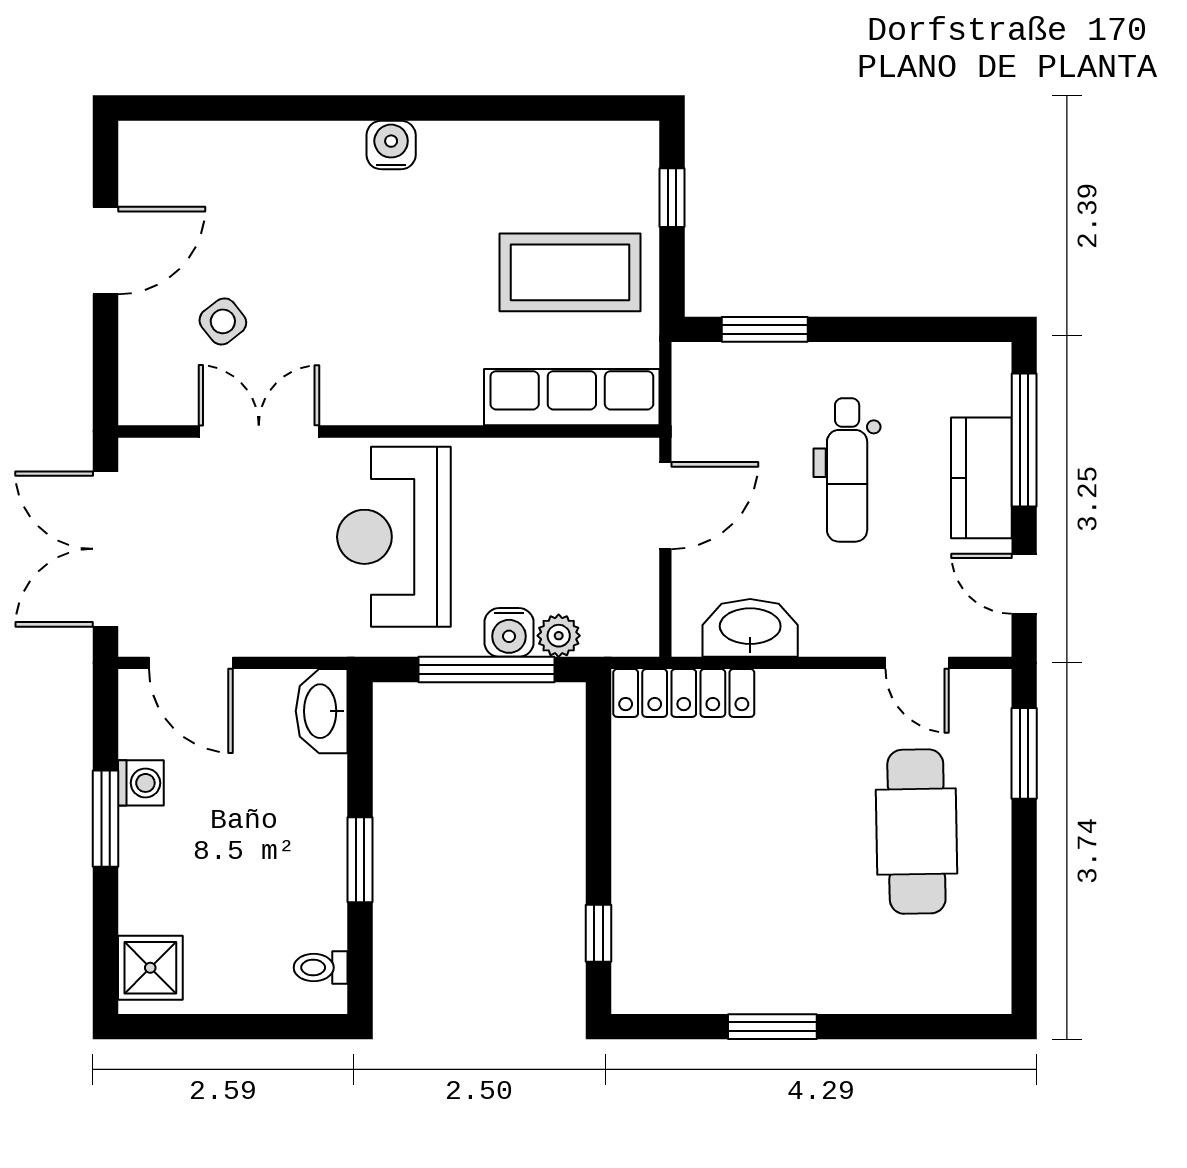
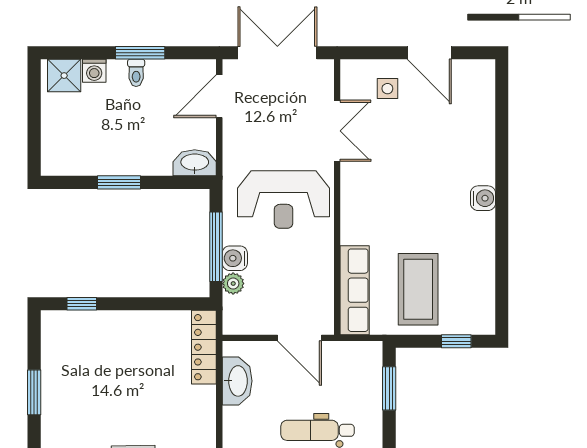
side table: (223, 321) -> (387, 89), moved, turned 38
reception desk: (394, 537) -> (283, 200), turned 180
washing machine: (141, 783) -> (94, 71), moved
toilet: (321, 968) -> (136, 73), moved, turned 180

